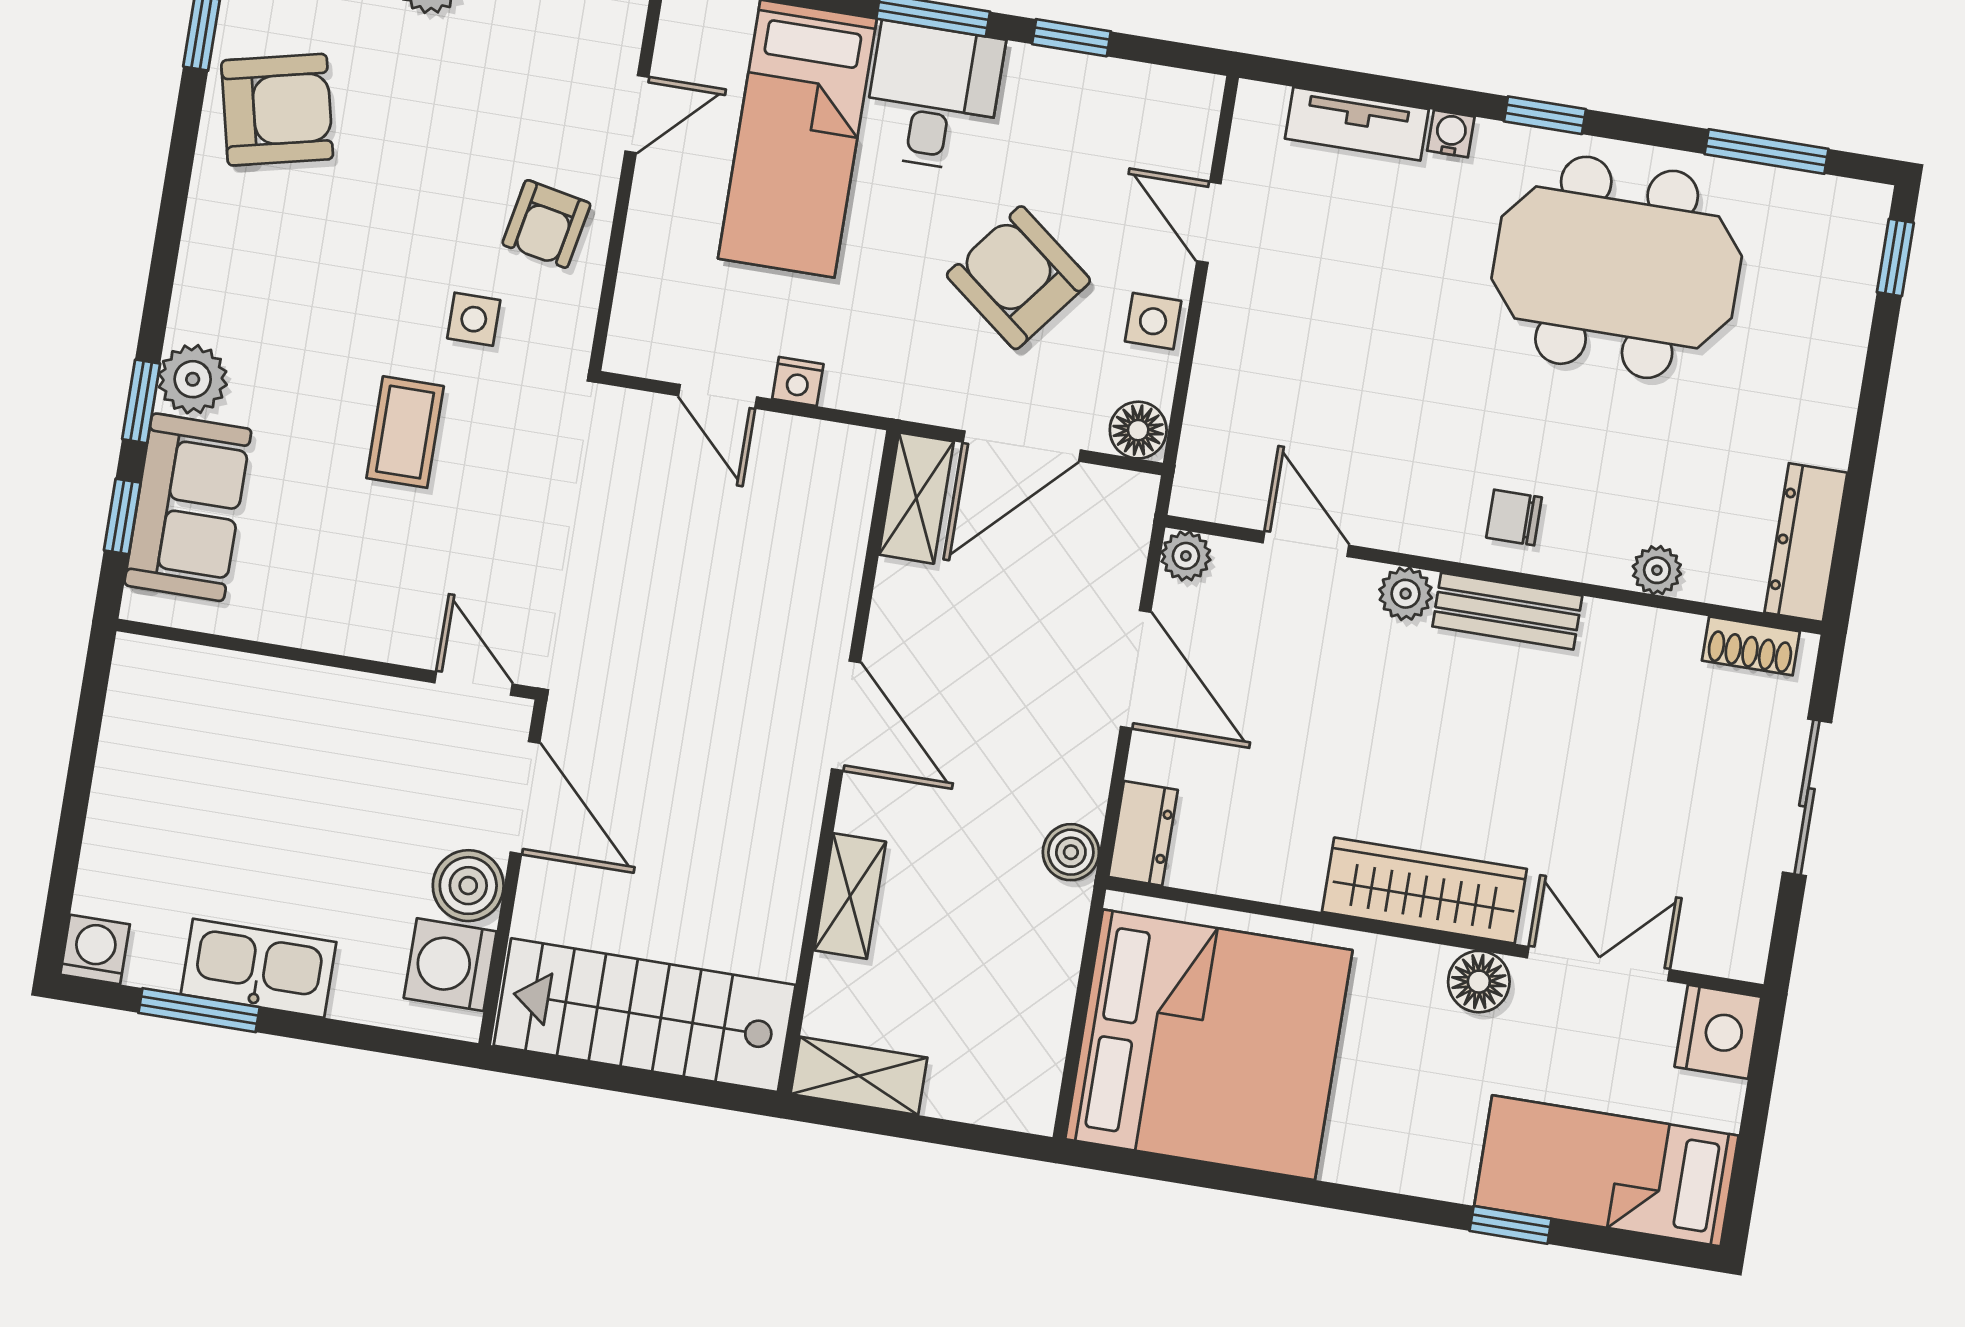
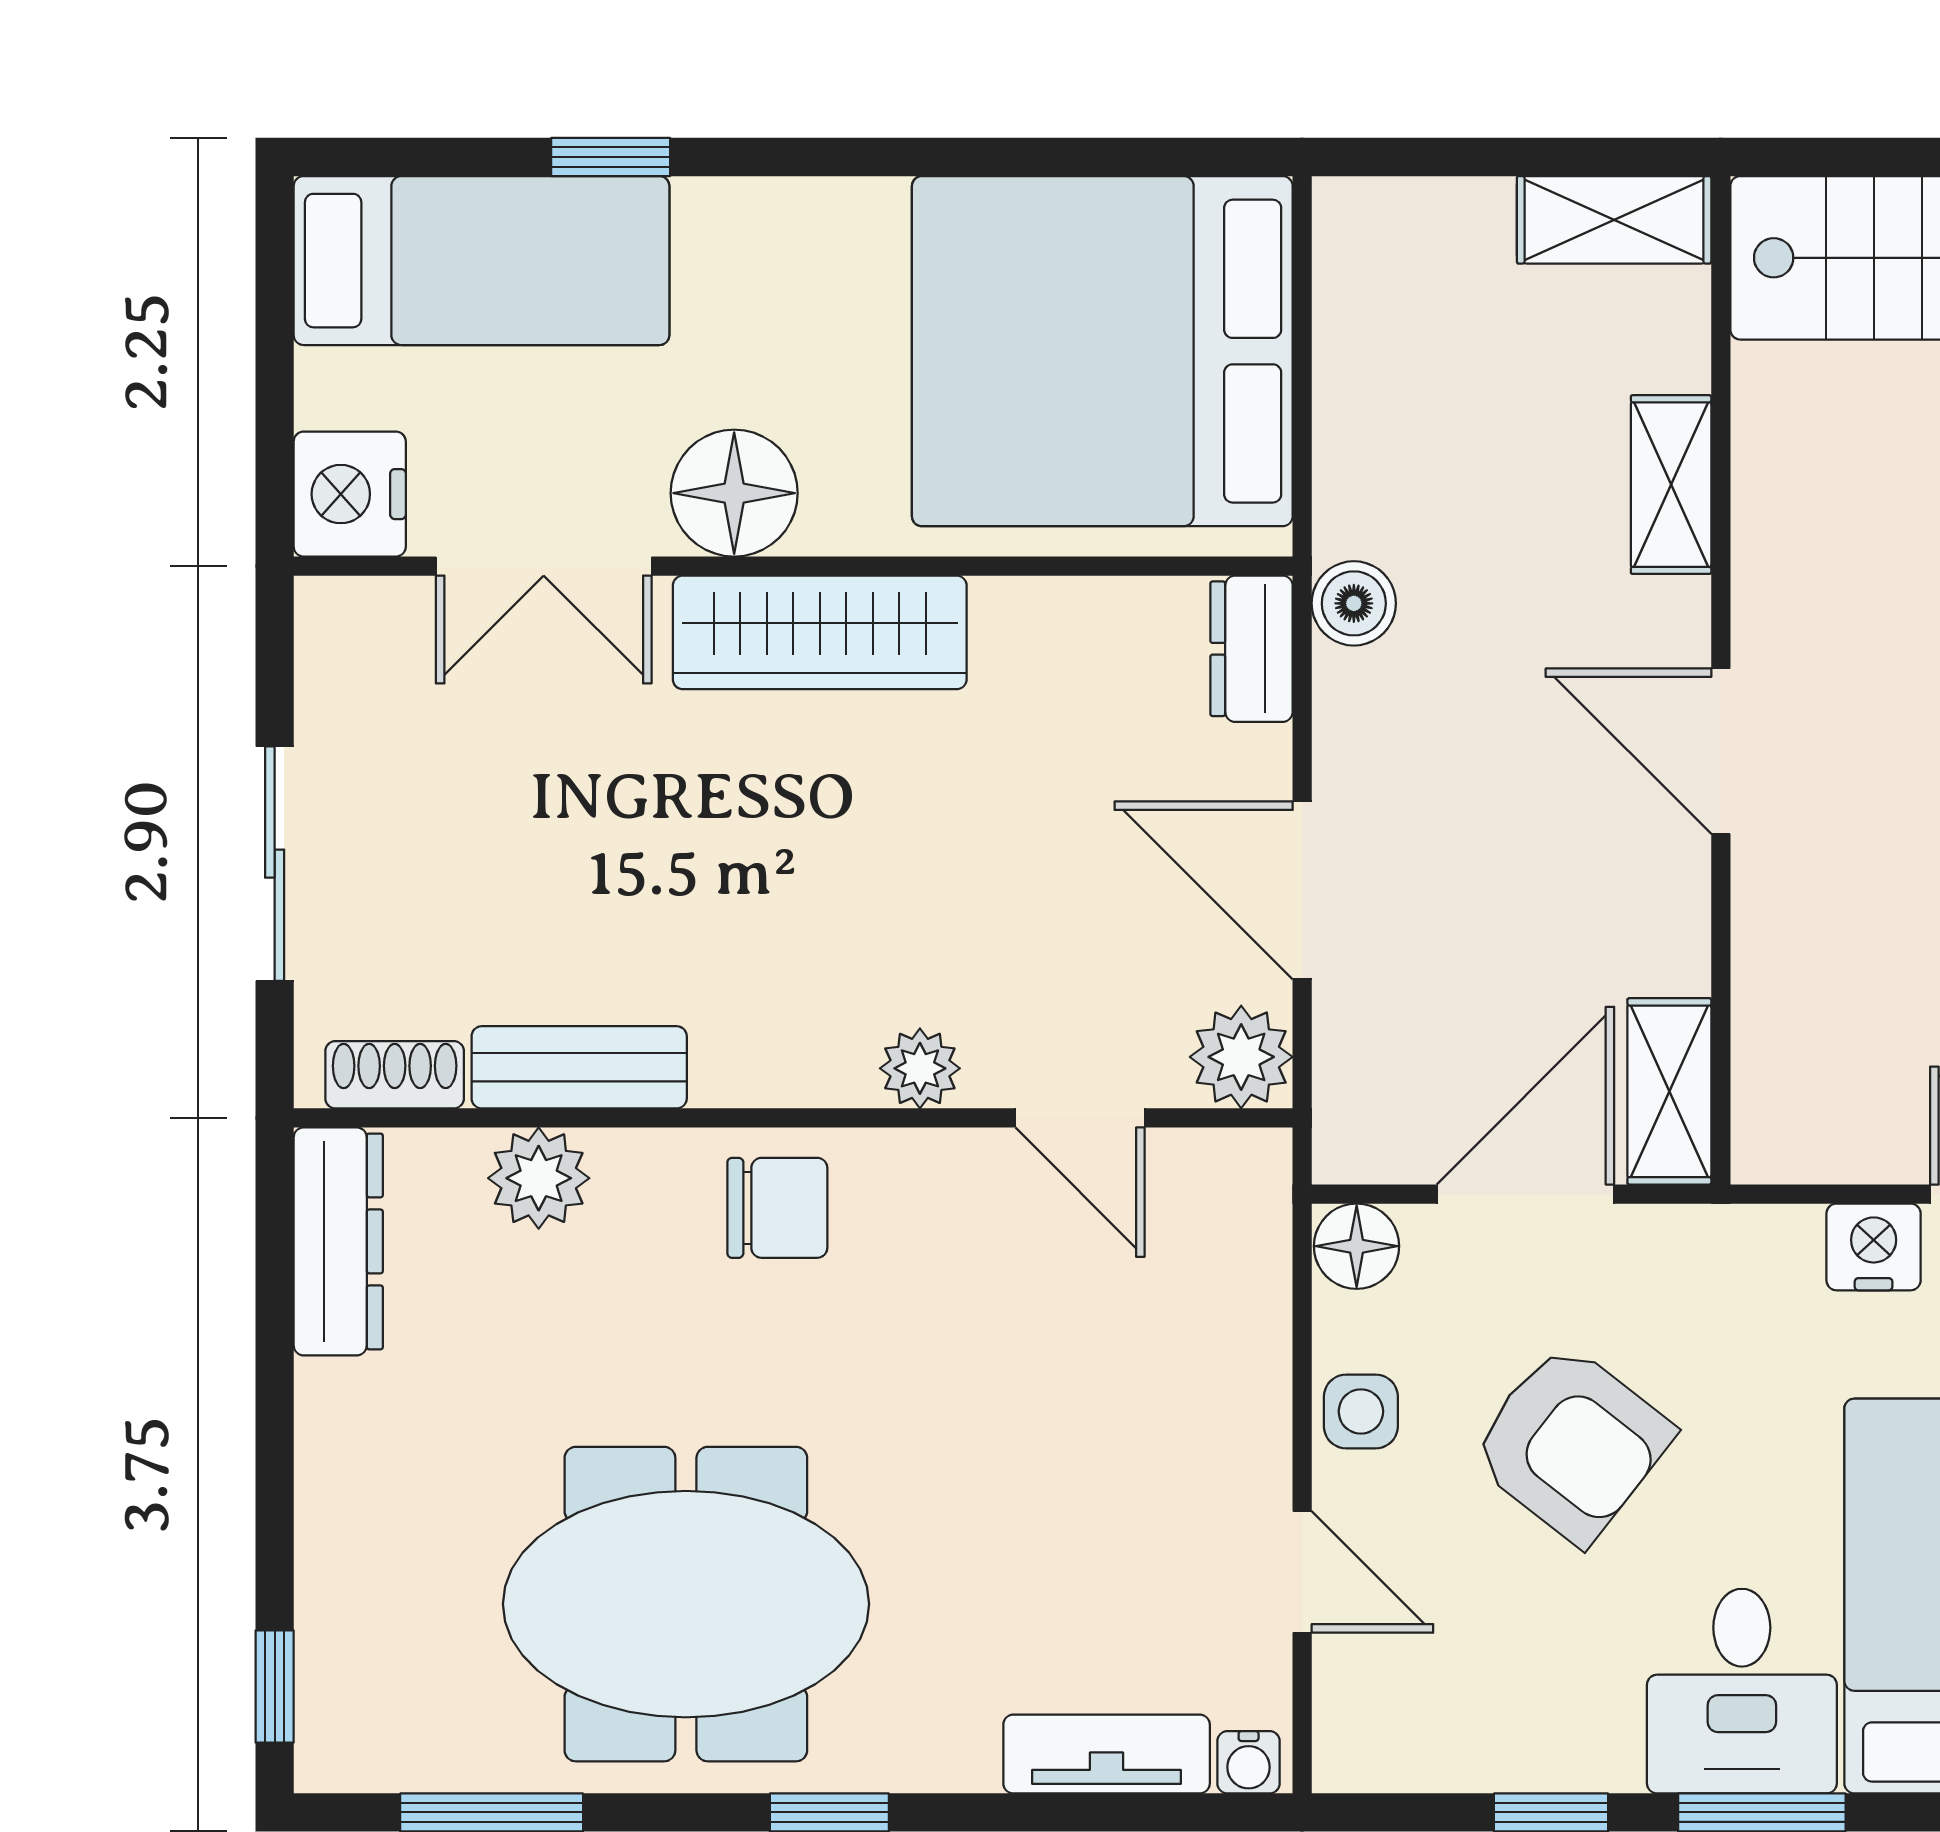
water cooler: (1451, 134) -> (1249, 1762), moved
nightstand: (798, 381) -> (1874, 1247), width x1.39, depth x1.35
chair: (1514, 518) -> (777, 1208), width x1.37, depth x1.37
plant: (1186, 556) -> (1241, 1057), width x1.38, depth x1.38
plant: (1657, 570) -> (539, 1178), width x1.38, depth x1.38
bench: (1507, 611) -> (579, 1067), moved
floor lamp: (1479, 982) -> (734, 493), width x1.38, depth x1.38

